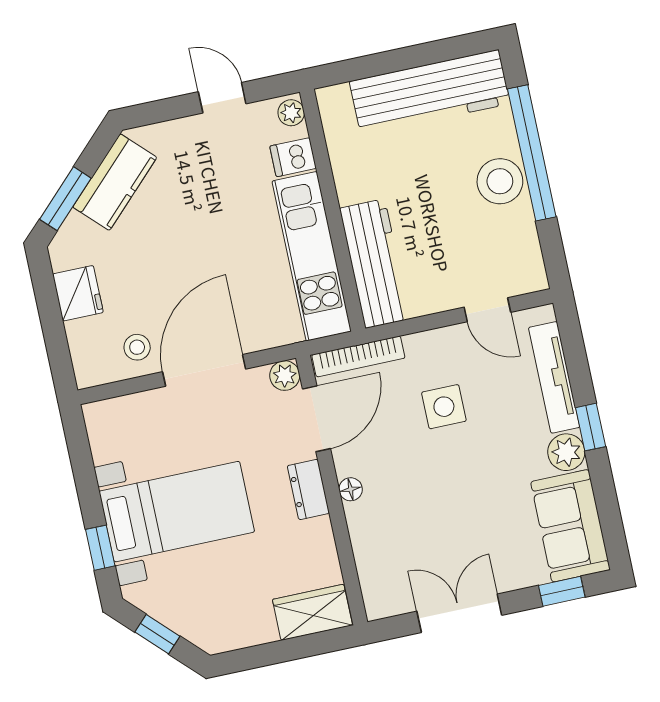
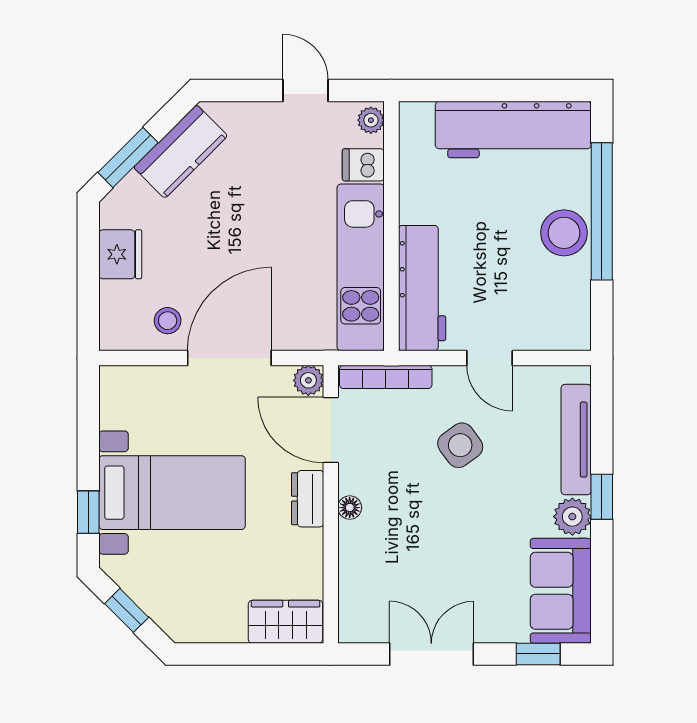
door: (487, 310) -> (490, 358), moved
side table: (444, 407) -> (460, 445), turned -36
door: (316, 419) -> (331, 430), swing flipped

